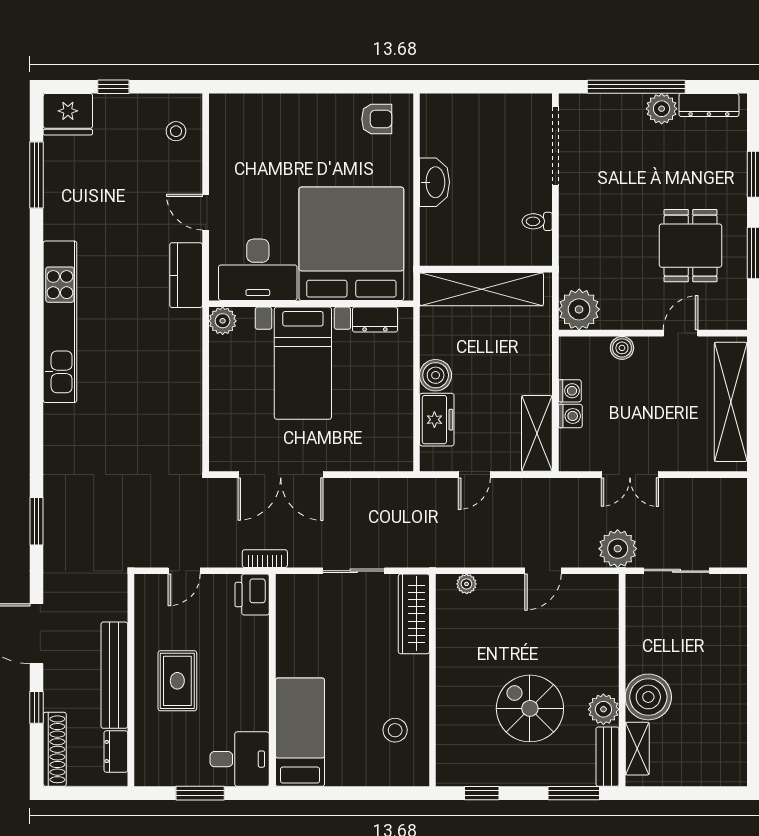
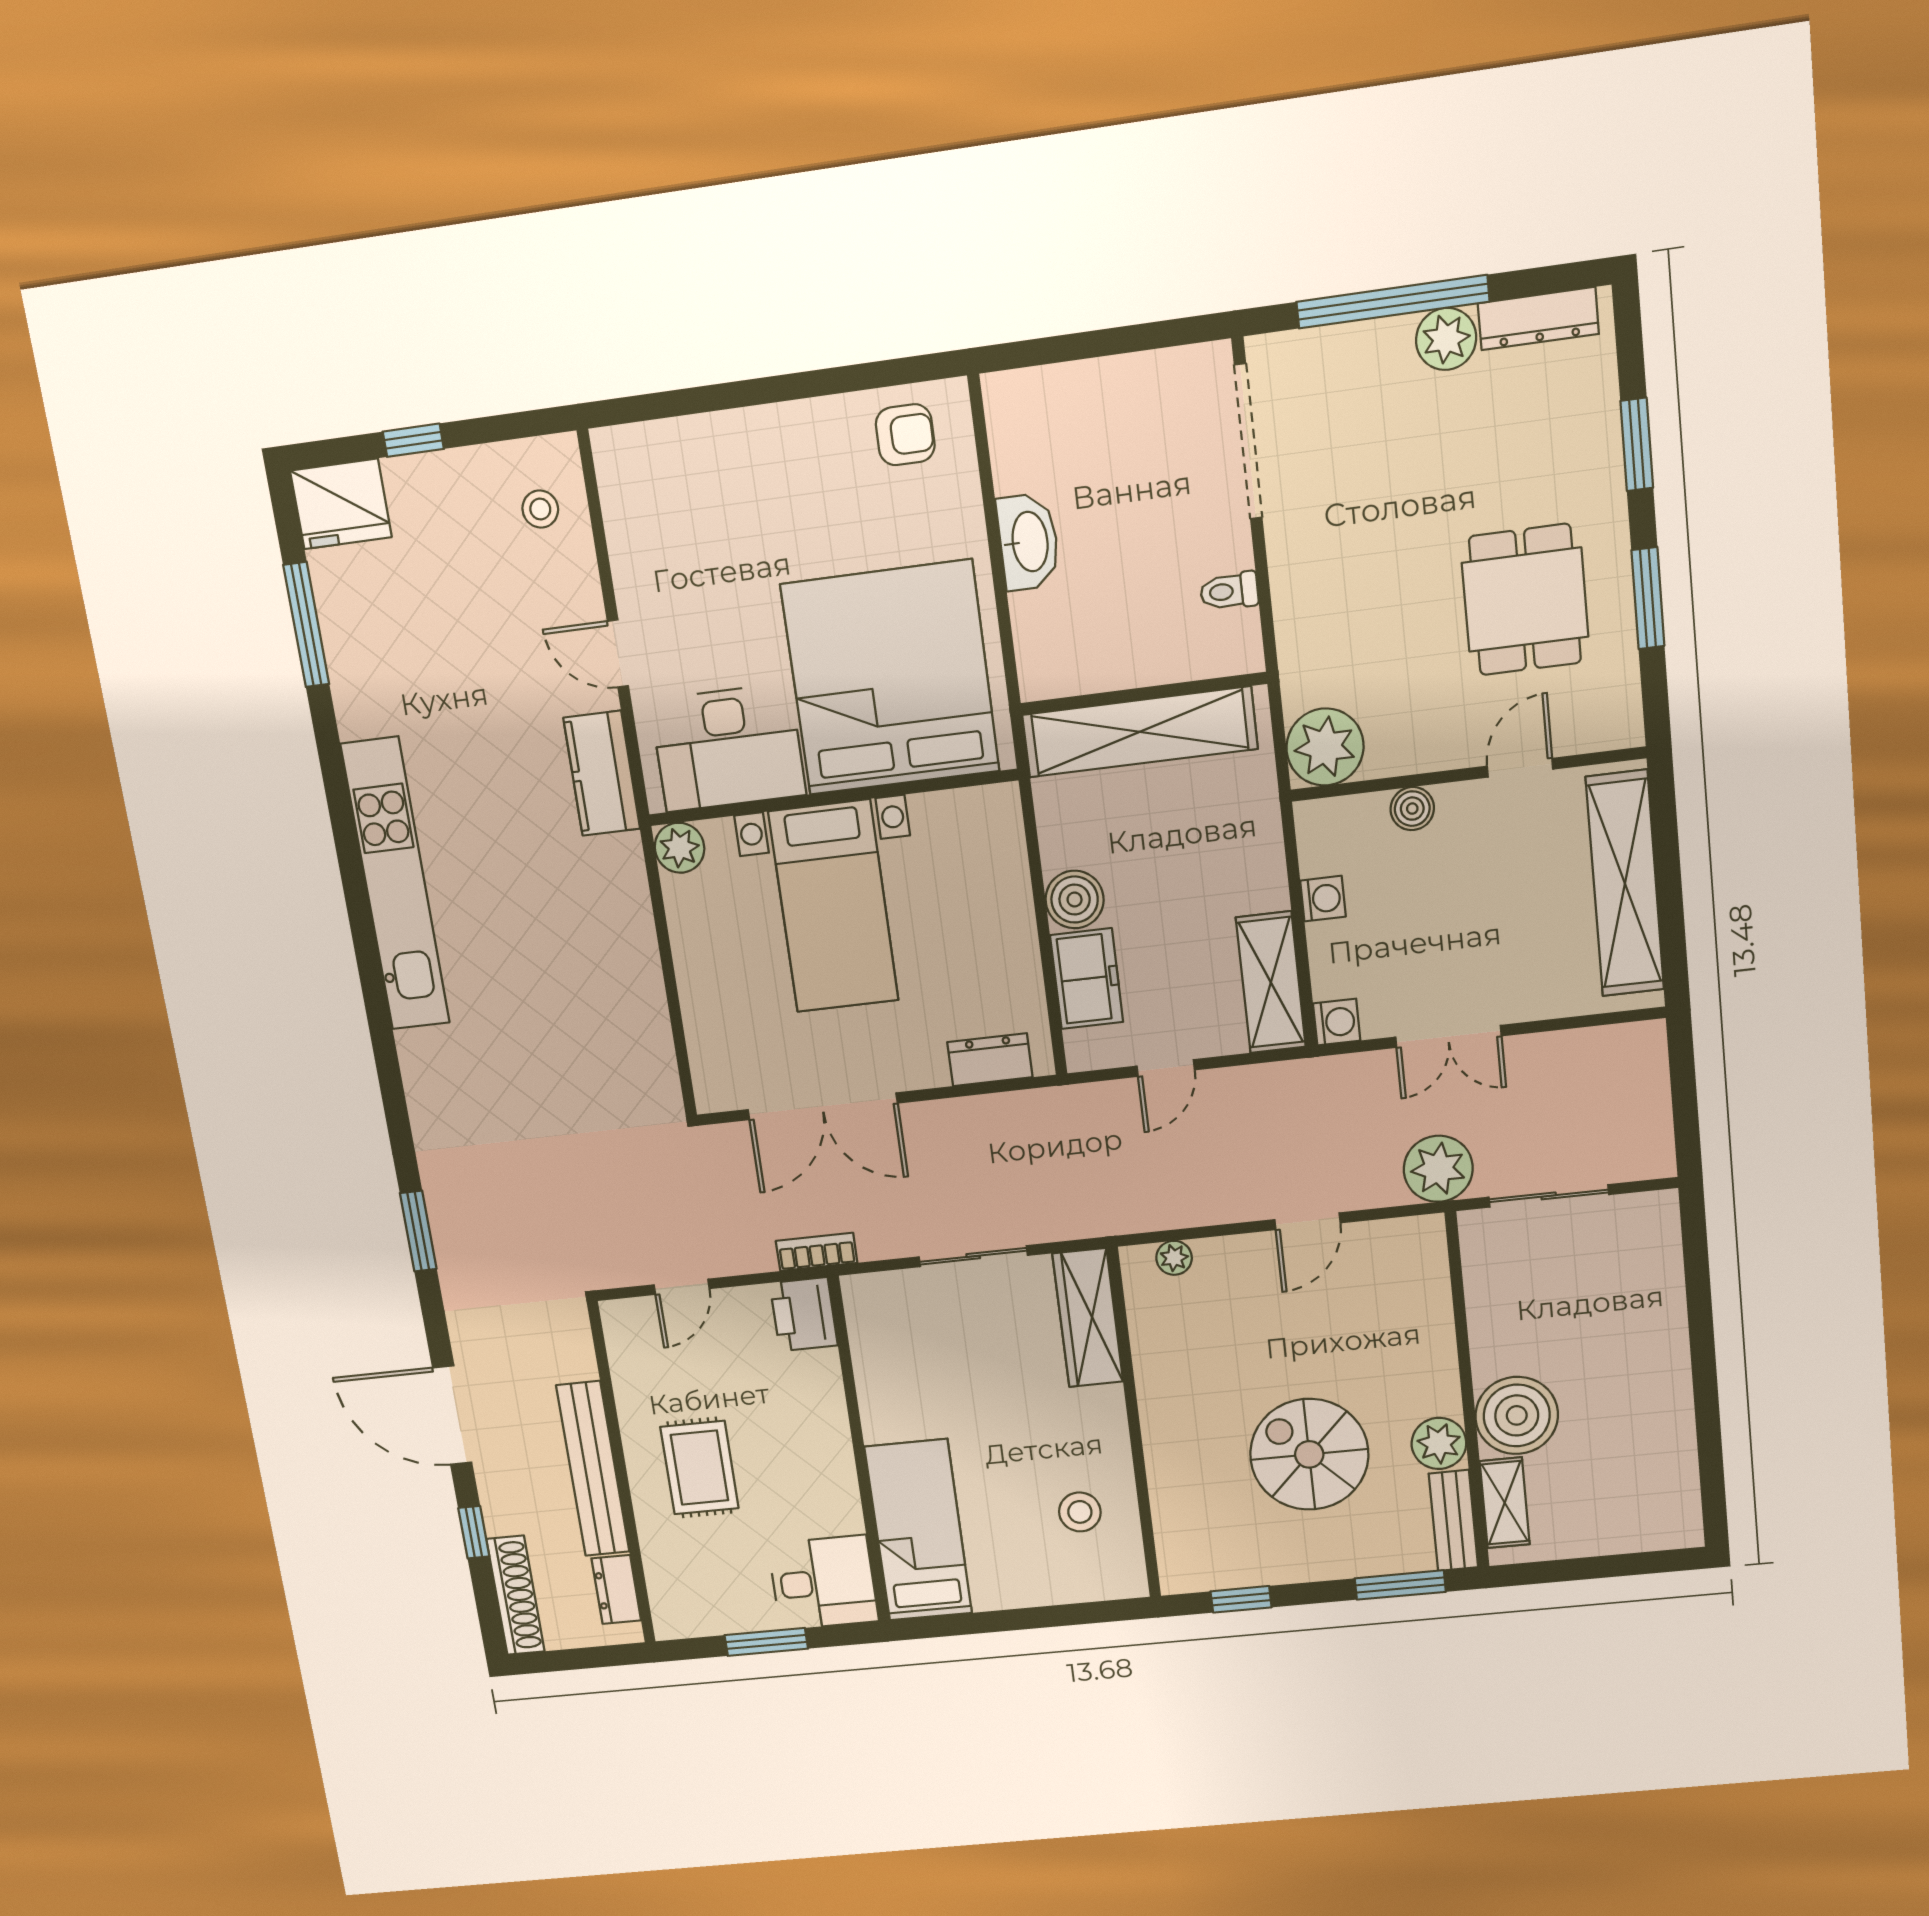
dresser: (375, 320) -> (990, 1060), moved, turned 180
washing machine: (570, 416) -> (1337, 1022), moved

